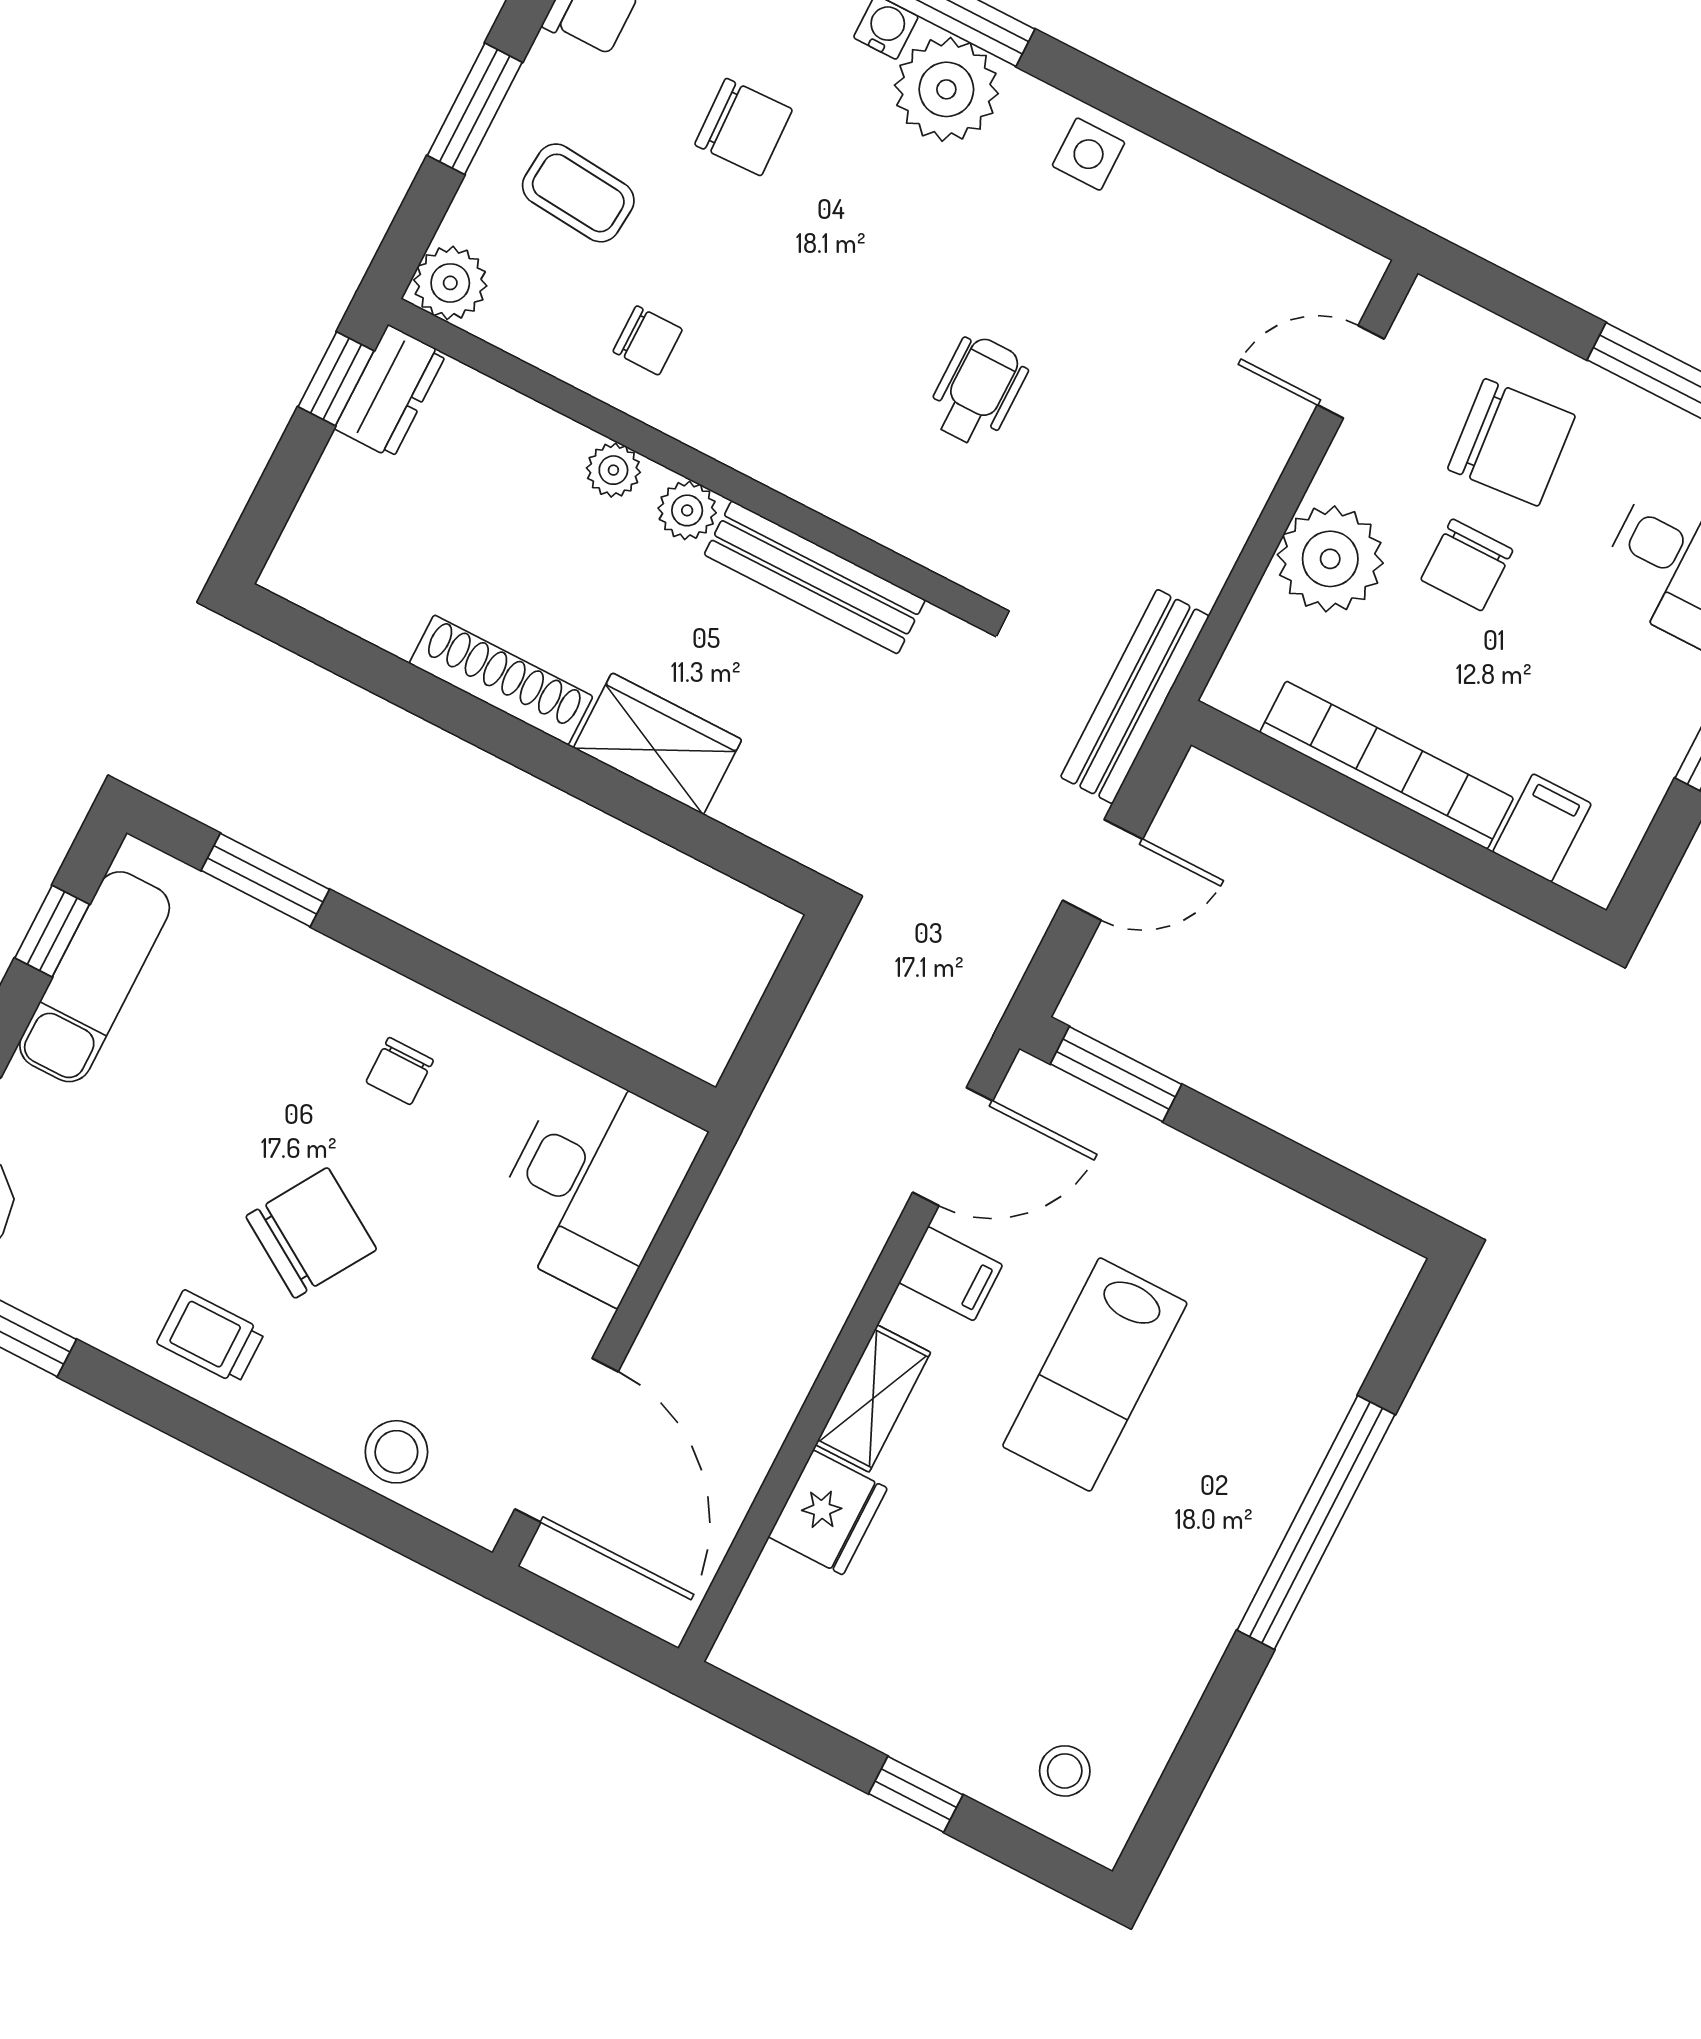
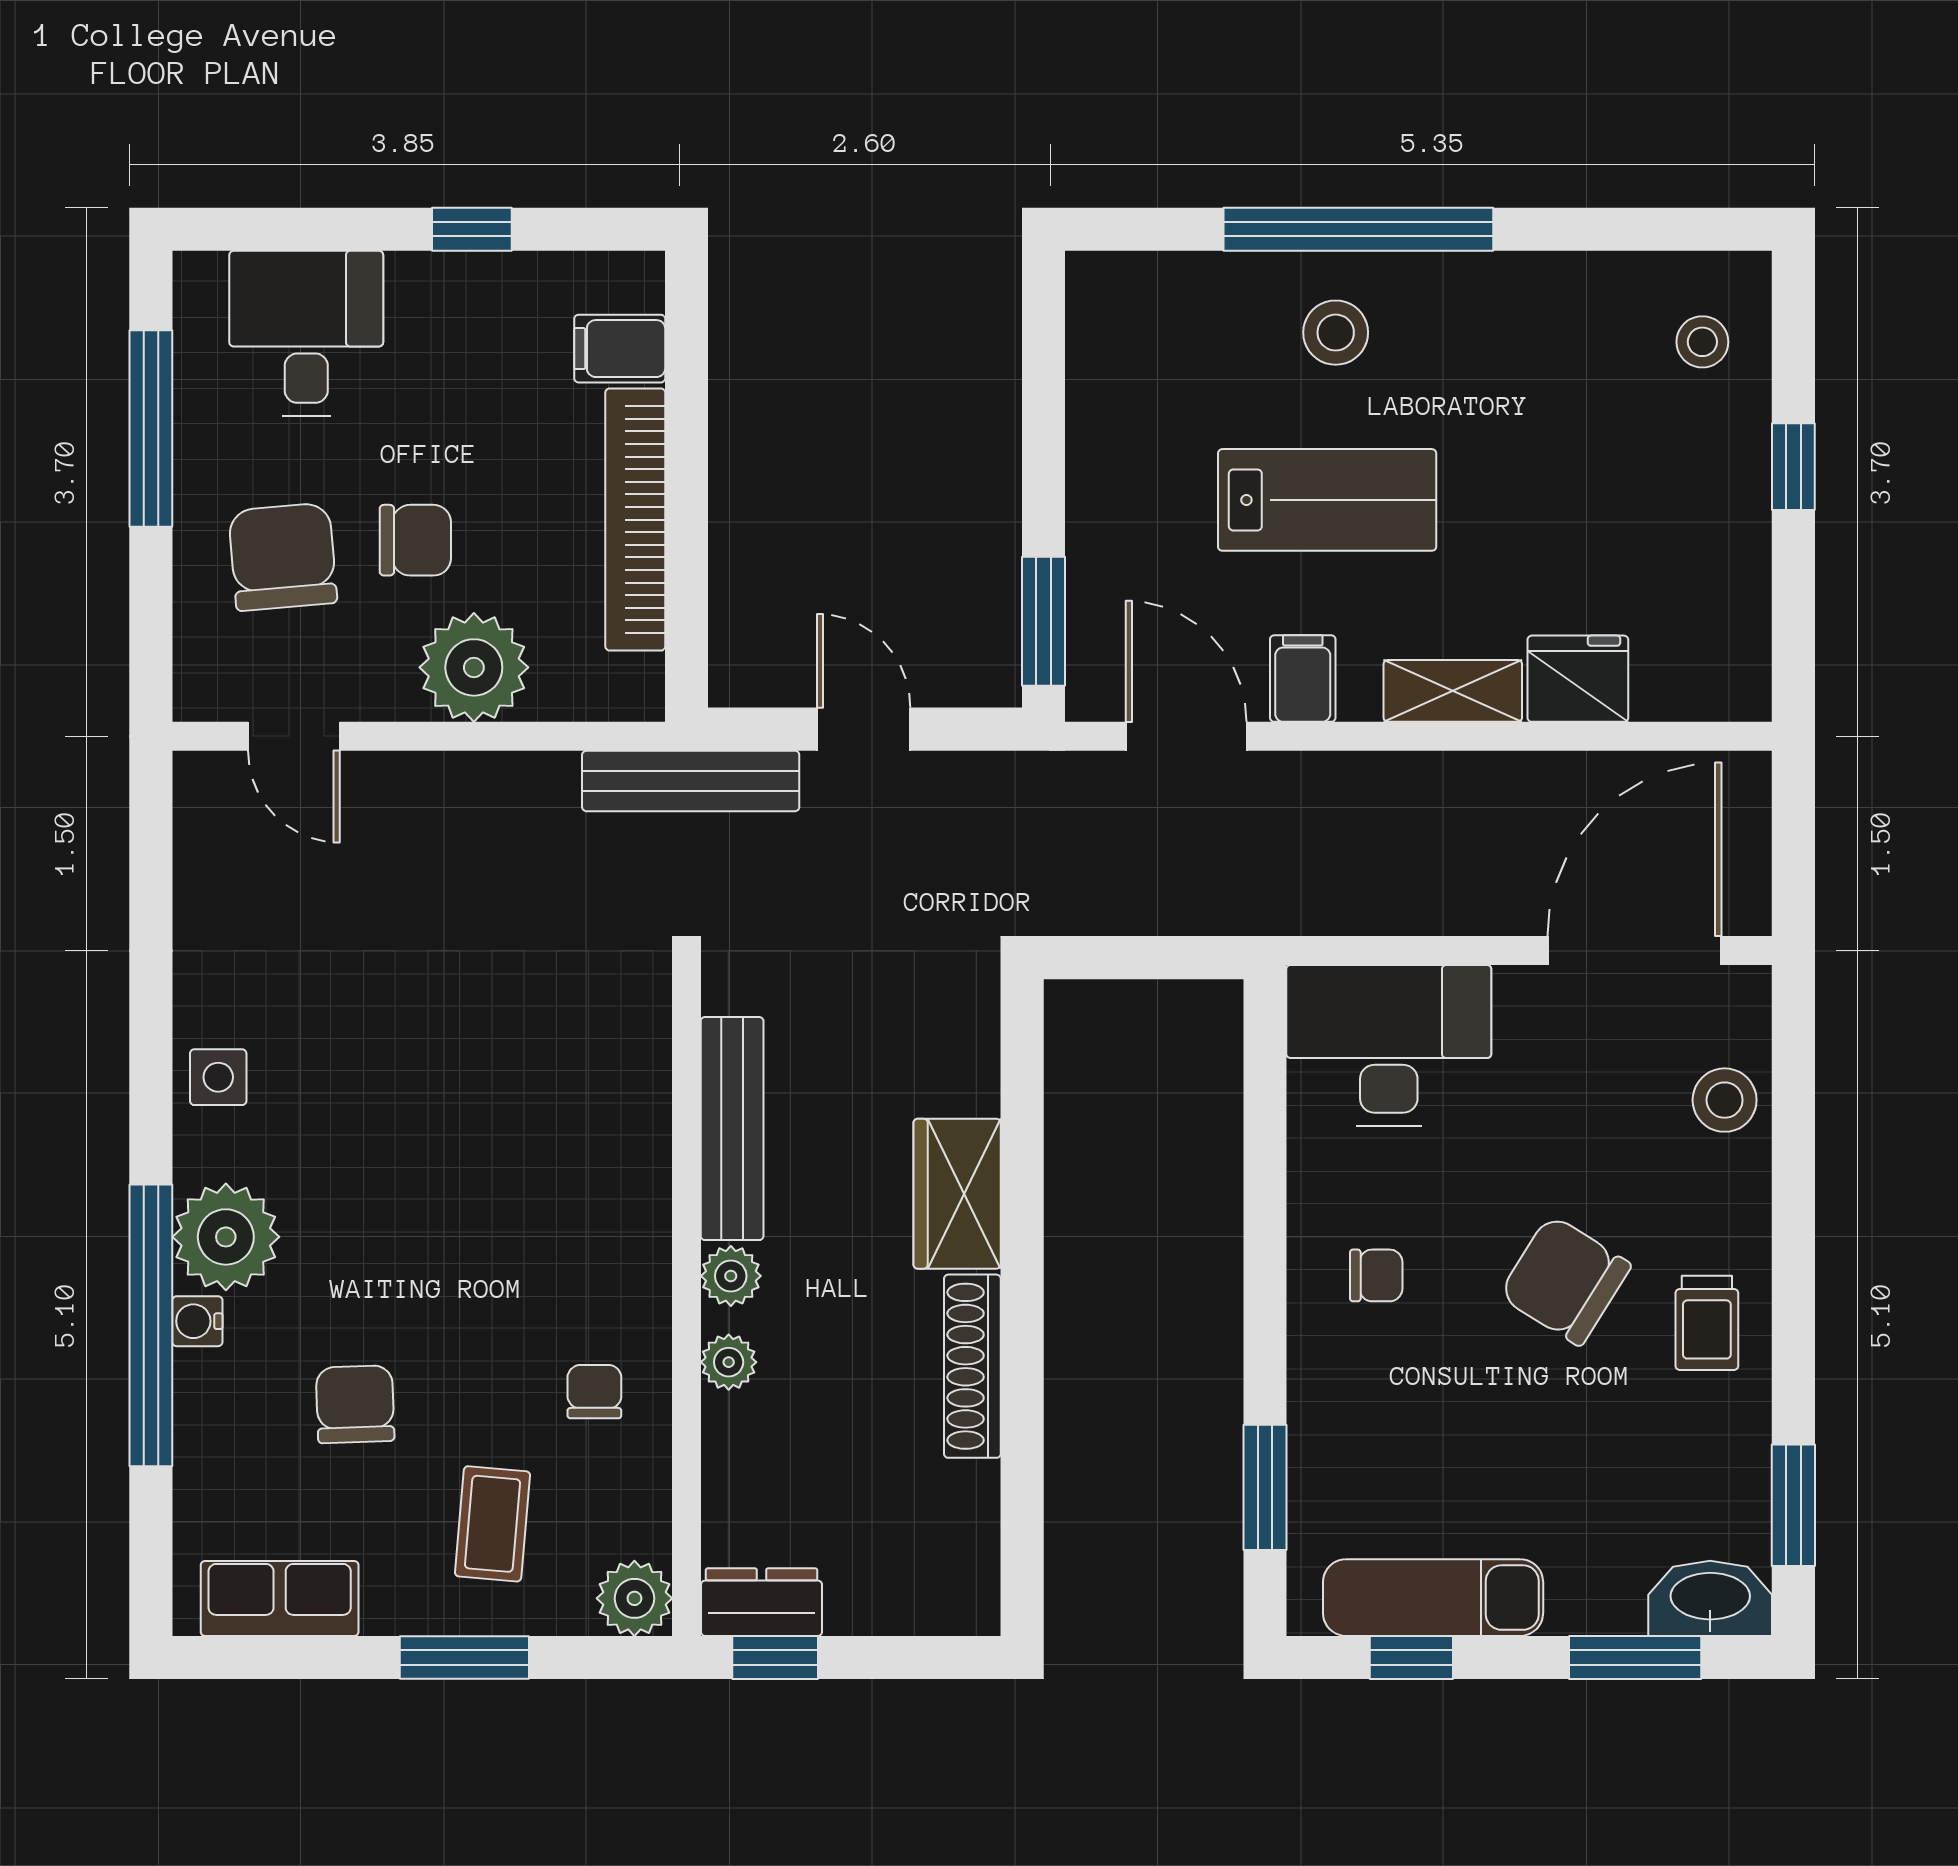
wheelchair: (977, 391) -> (486, 1068), removed
stool: (1236, 1457) -> (1336, 333), added

